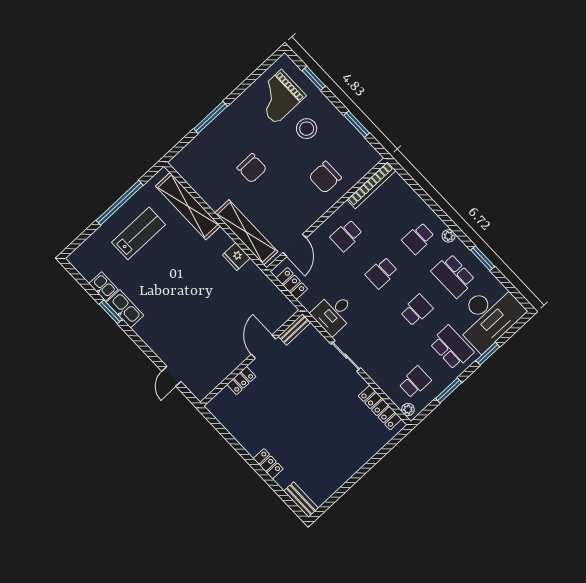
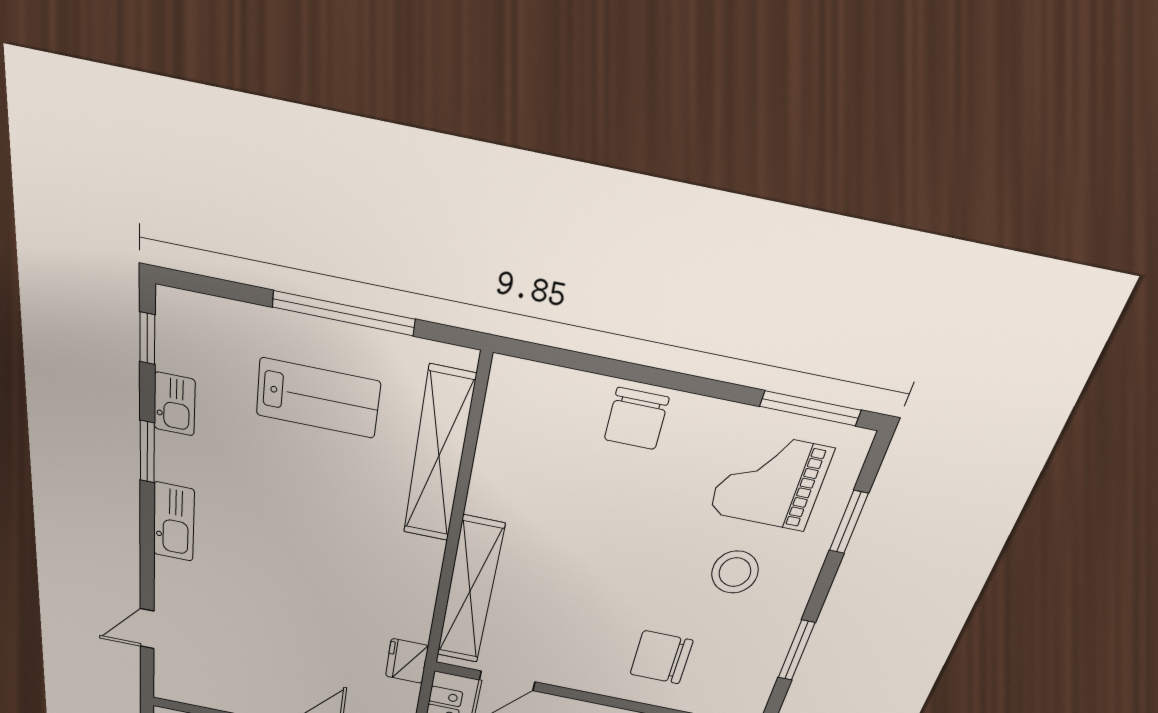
window: (211, 117) -> (810, 408), moved
chair: (252, 168) -> (636, 419), moved
fridge: (236, 256) -> (407, 661), moved
window: (78, 277) -> (147, 338), added
kitchen sink: (125, 309) -> (174, 522), moved

